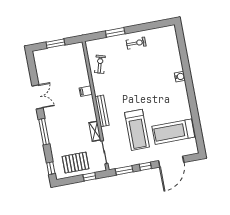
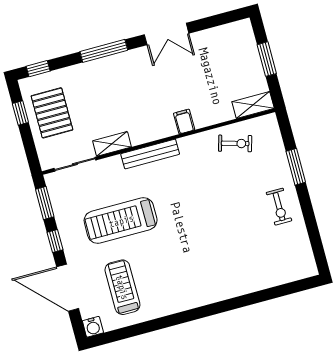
shelving: (80, 53) -> (253, 105), added
water cooler: (180, 77) -> (93, 327), moved
treadmill: (173, 132) -> (122, 287), width x0.73, depth x0.73
window: (89, 177) -> (20, 113), moved

